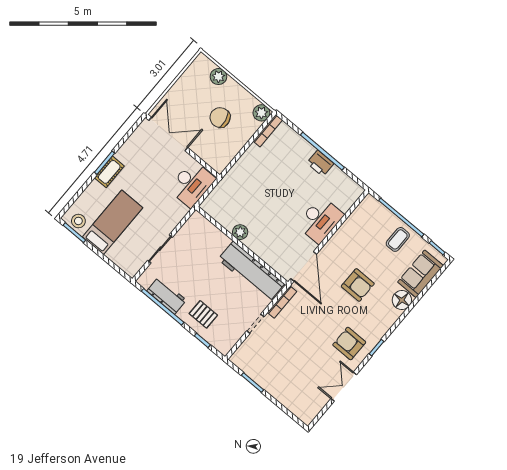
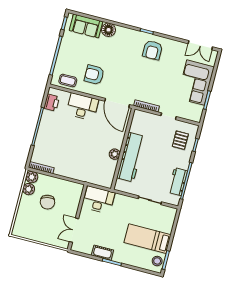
plant: (218, 77) -> (29, 189), moved
double door: (168, 134) -> (74, 230), width x0.73
printer: (320, 163) -> (52, 102), moved
cot: (109, 172) -> (102, 253), moved
coffee table: (398, 239) -> (68, 81), moved
door: (304, 266) -> (117, 103), swing flipped
workbench: (251, 272) -> (131, 157), moved
armchair: (358, 285) -> (94, 75), moved, turned -90
pallet: (203, 314) -> (180, 140), moved
corner sofa: (282, 379) -> (196, 83), added
double door: (344, 387) -> (200, 45), moved

